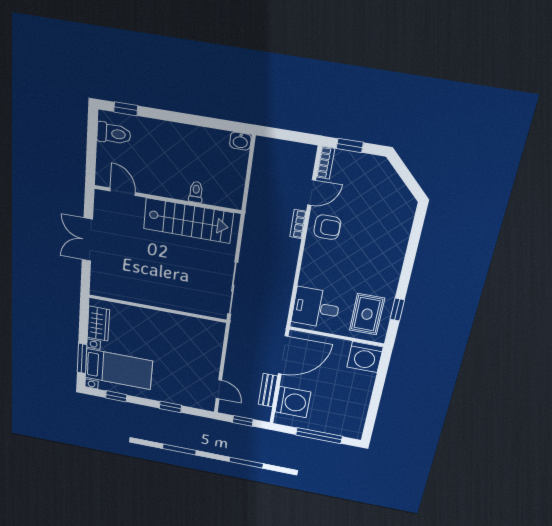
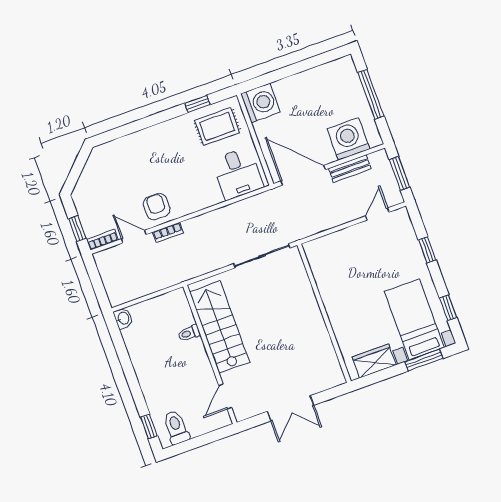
window: (243, 421) -> (400, 173), width x1.50

